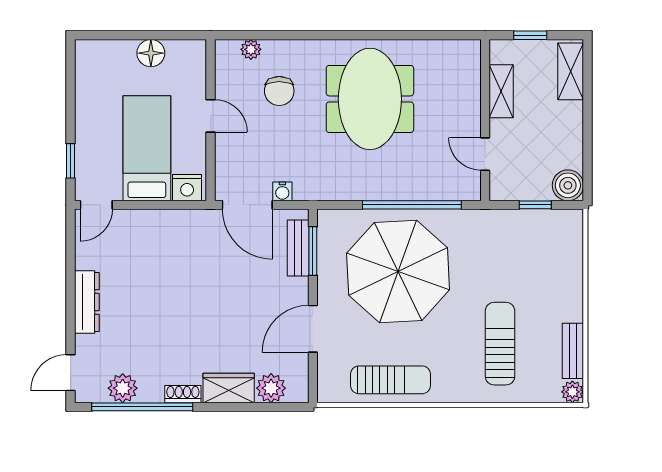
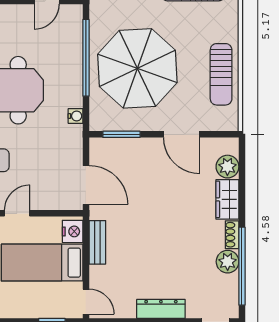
water cooler: (282, 191) -> (75, 116), moved
door: (247, 205) -> (86, 185), hinge flipped
bench: (298, 248) -> (97, 242), moved, turned 90
sun lounger: (390, 380) -> (221, 74), turned 180
plant: (123, 388) -> (228, 262), moved

